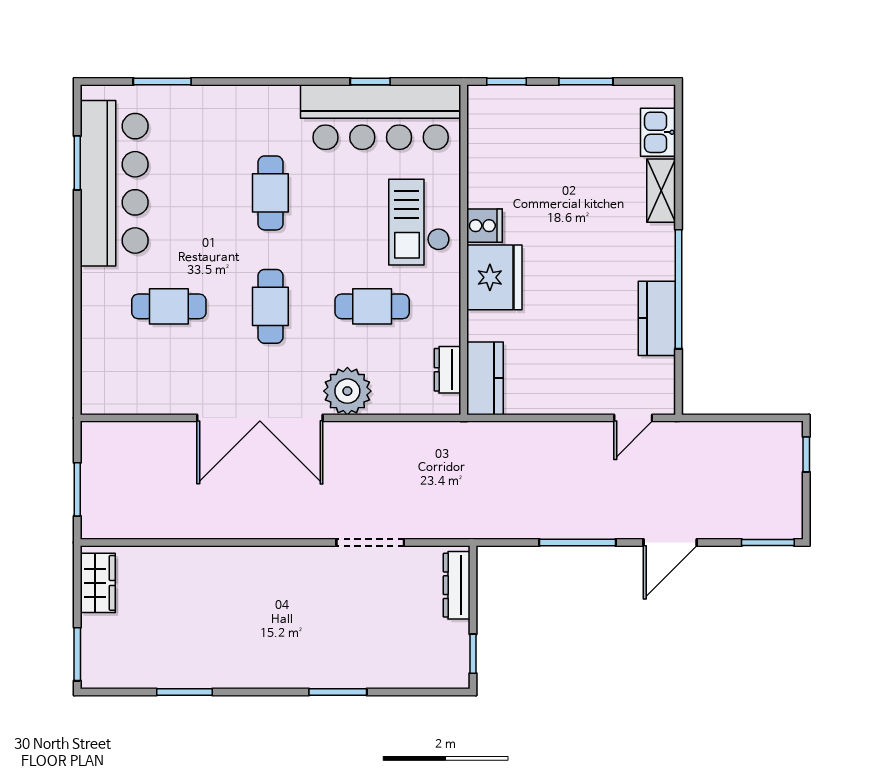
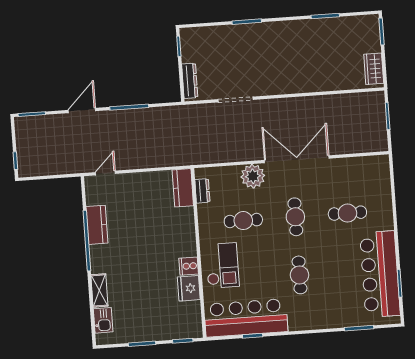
fridge: (494, 277) -> (189, 288), moved, width x0.73, depth x0.75

